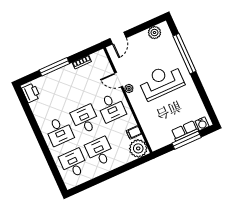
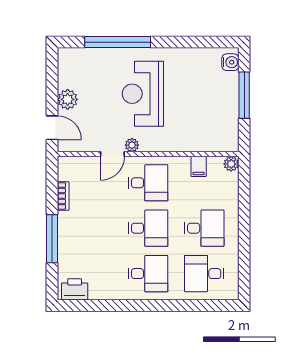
plant: (154, 33) -> (68, 99), moved
desk: (85, 119) -> (148, 228), turned 180
row of seats: (185, 131) -> (229, 92), removed
plant: (138, 148) -> (231, 164), width x0.53, depth x0.53
desk: (100, 152) -> (204, 228), turned 180

